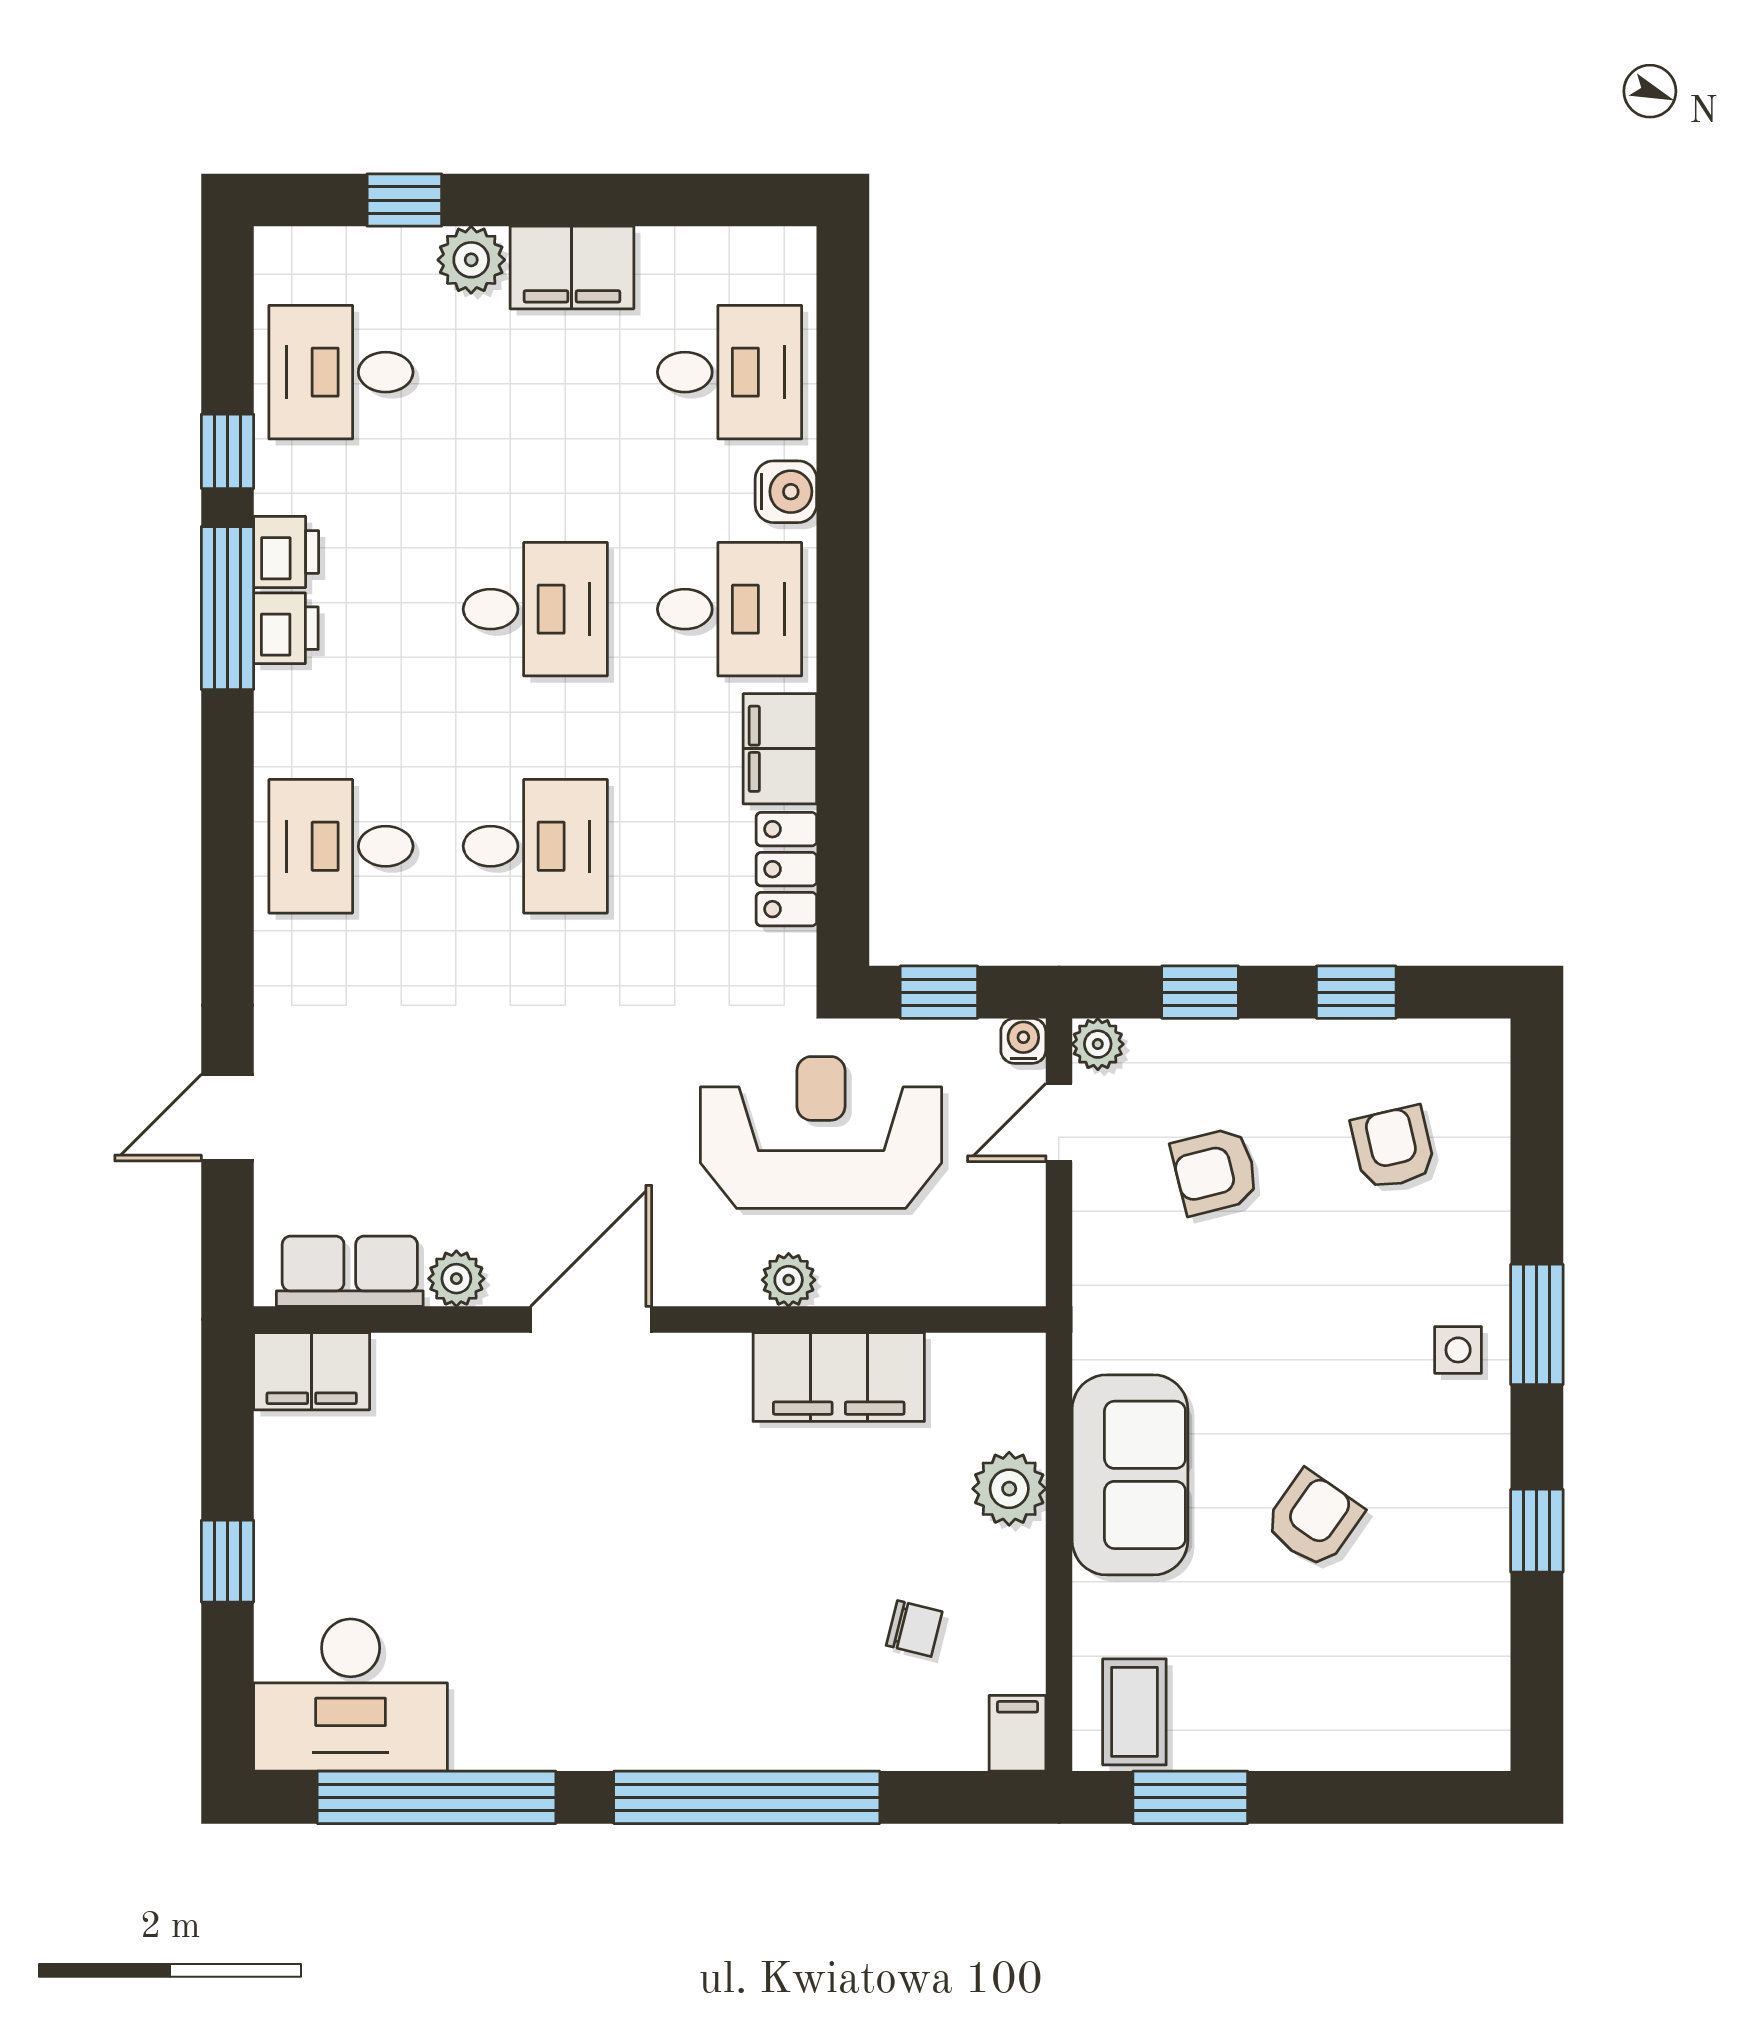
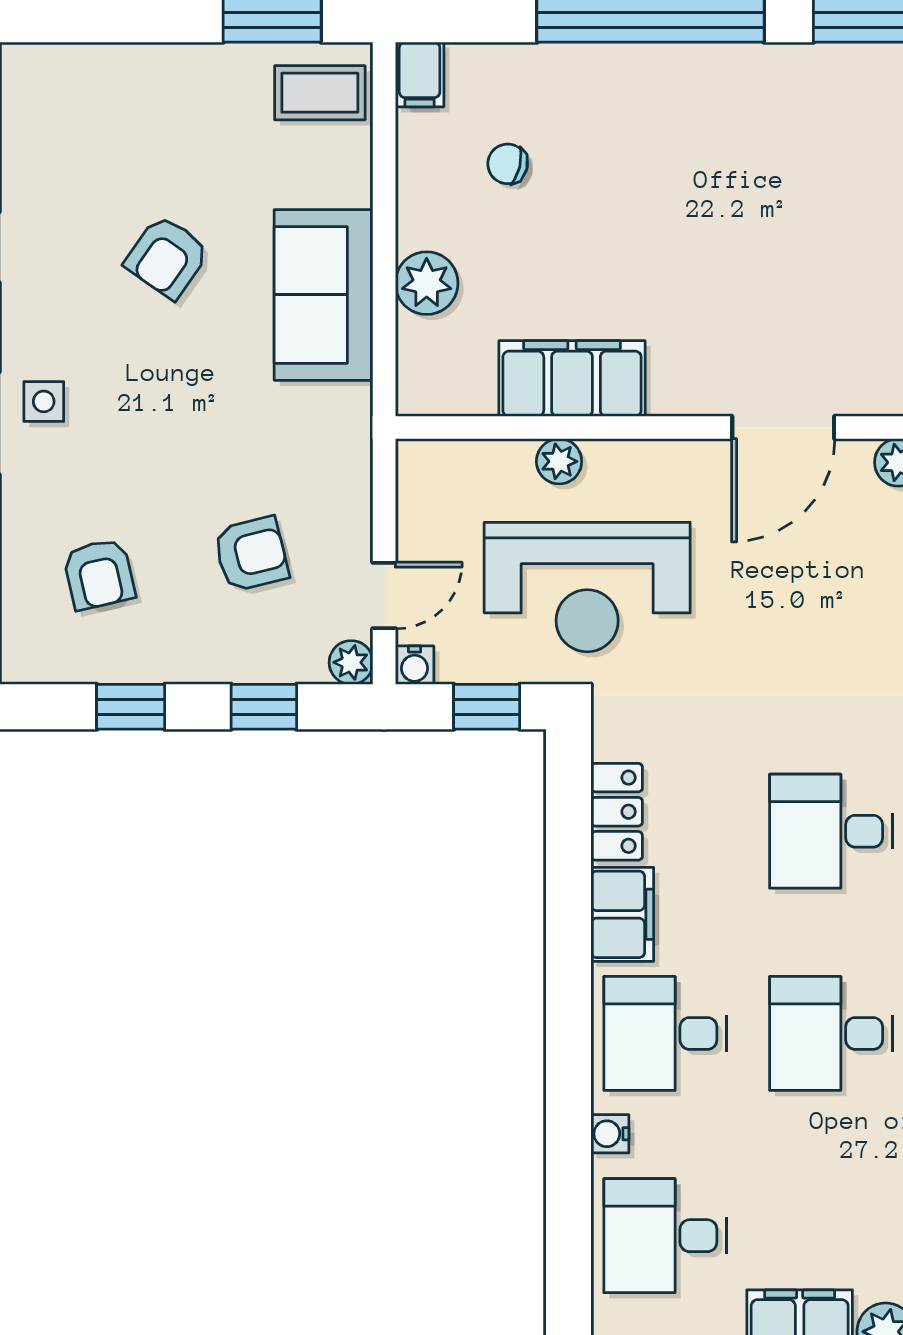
water cooler: (786, 492) -> (610, 1134), width x0.72, depth x0.72
plant: (789, 1280) -> (559, 461), moved
coffee table: (1134, 1712) -> (320, 93), turned 90

